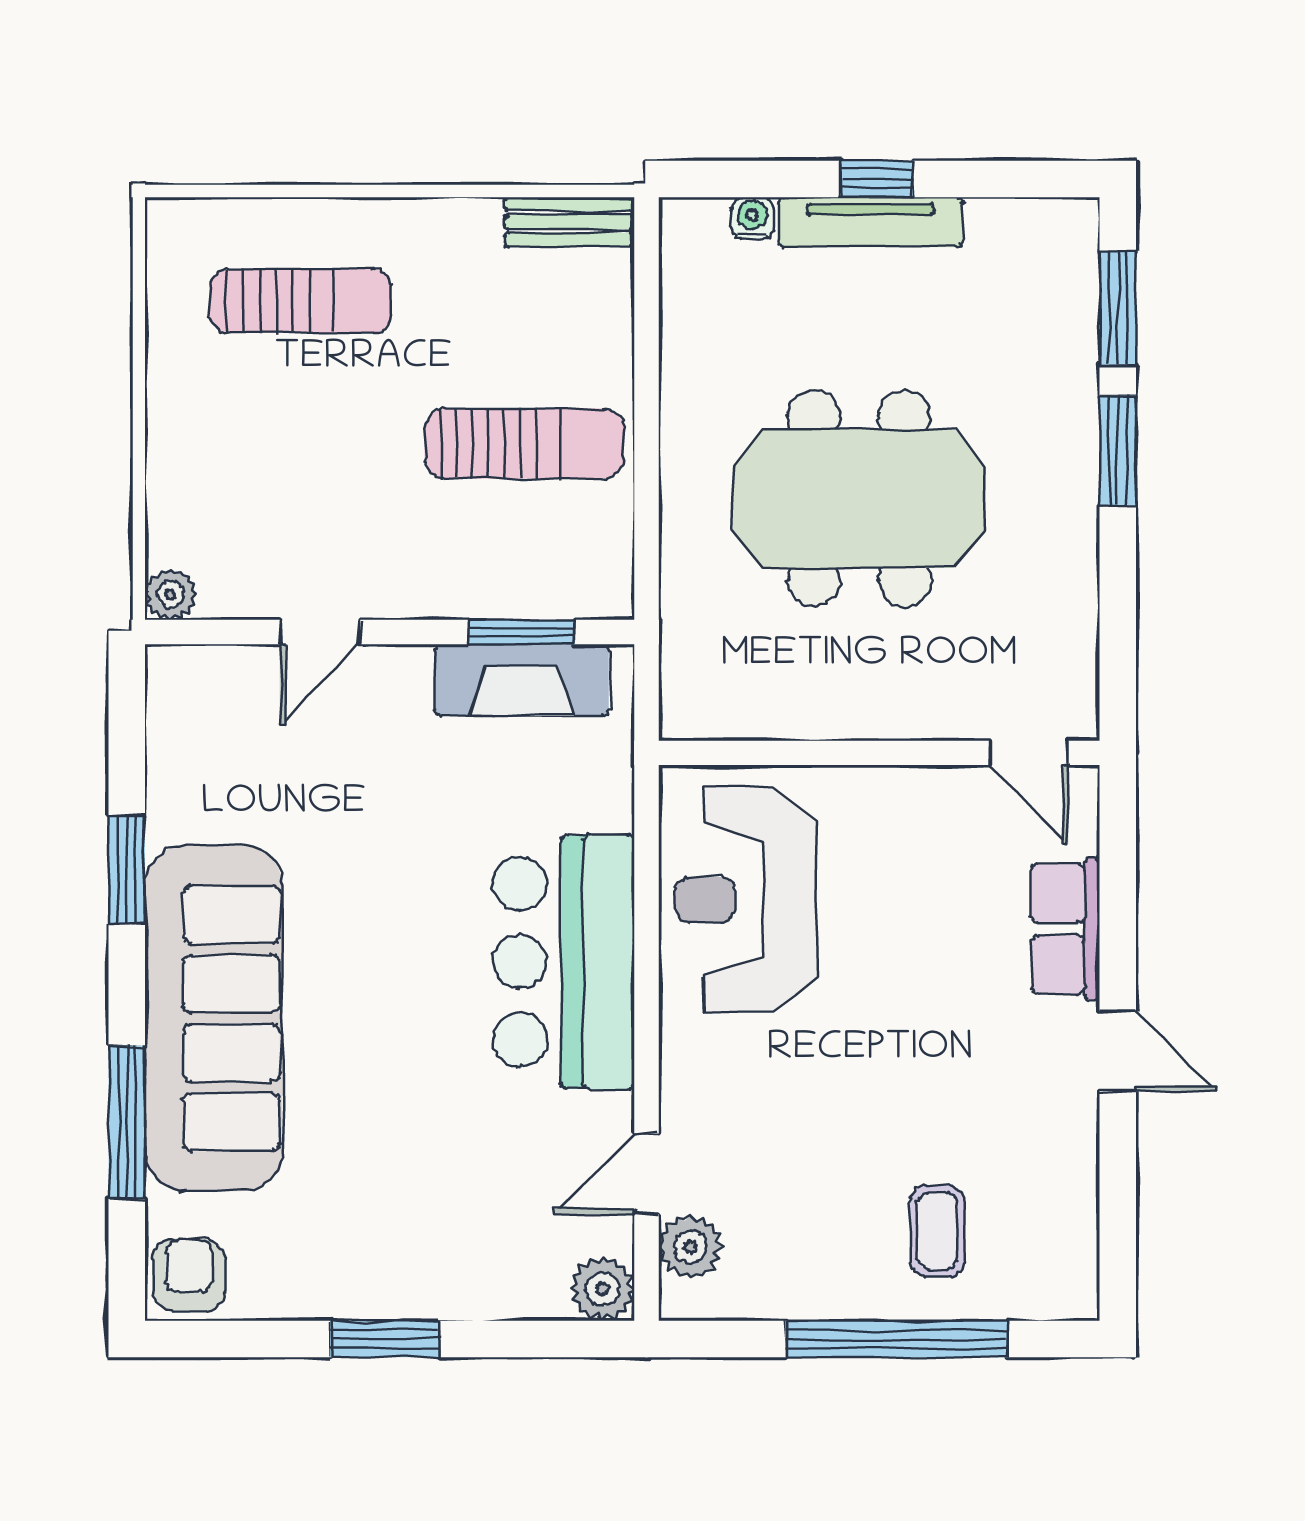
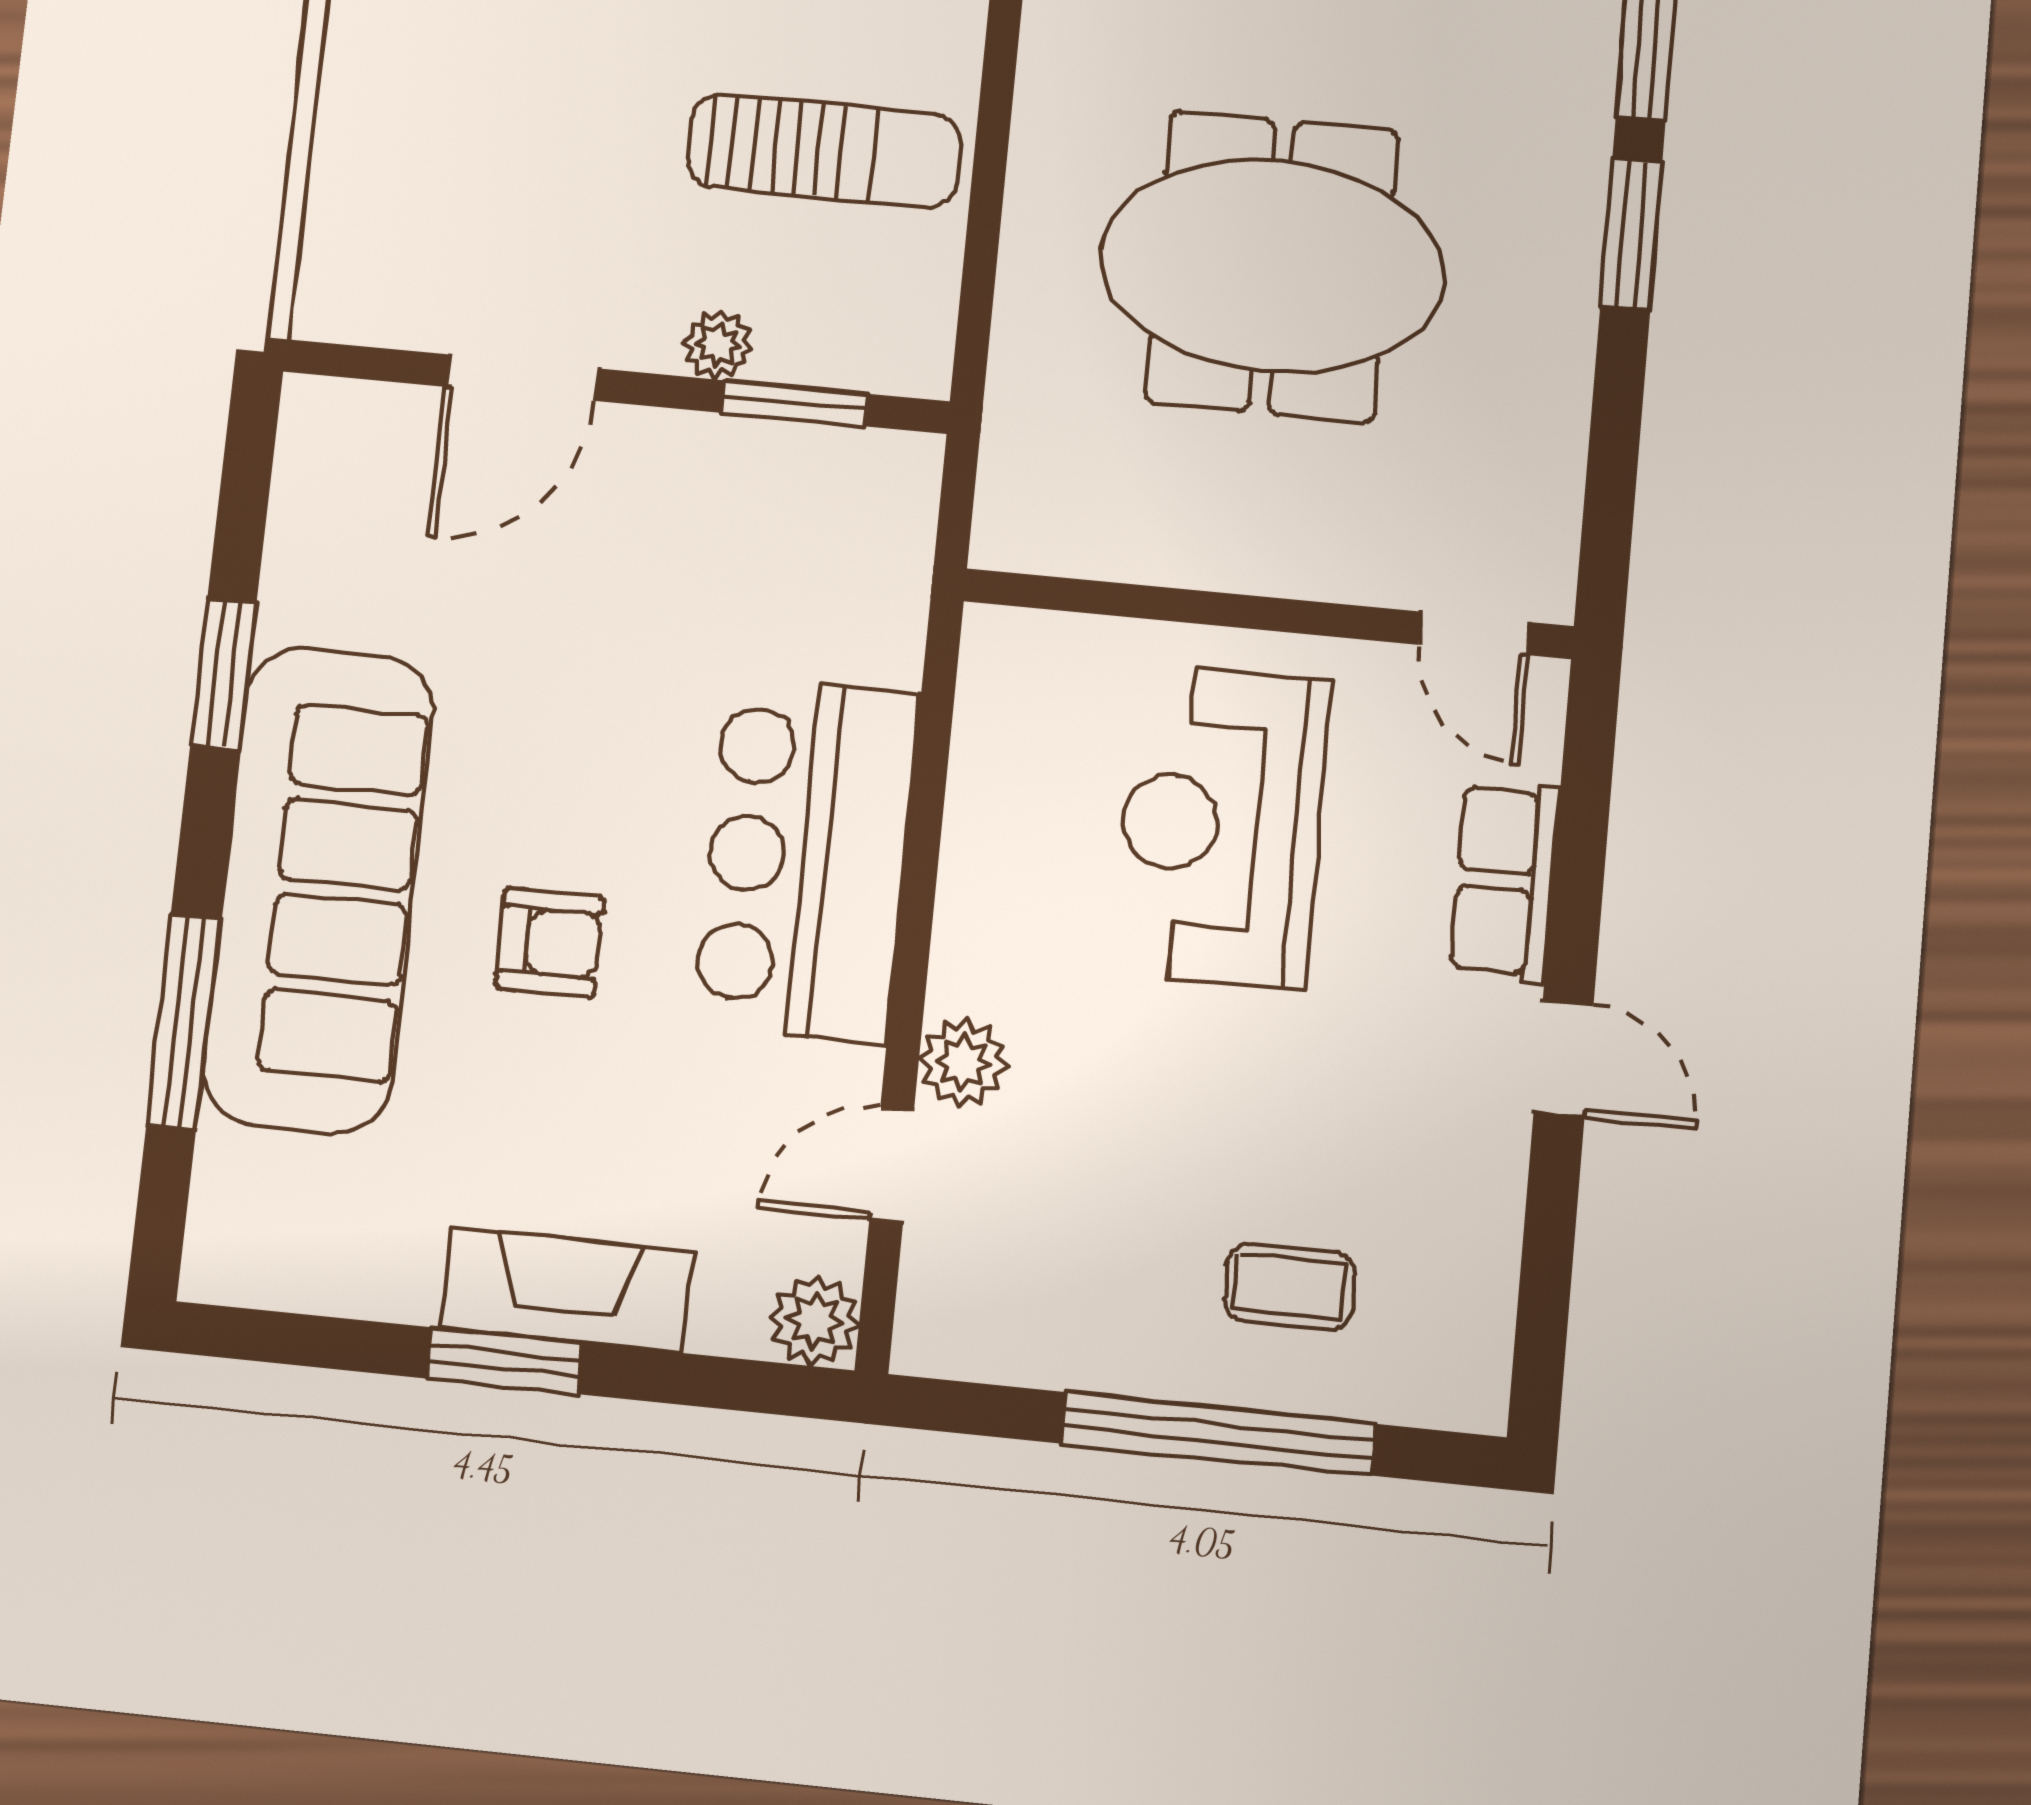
plant: (171, 594) -> (718, 345), moved
door: (320, 632) -> (522, 378), width x1.38
fireplace: (522, 680) -> (566, 1290), moved, turned 180
reception desk: (746, 900) -> (1221, 826), moved
coffee table: (937, 1231) -> (1290, 1287), turned 90
plant: (690, 1247) -> (963, 1063), moved
armchair: (189, 1275) -> (550, 942), moved, turned 90

